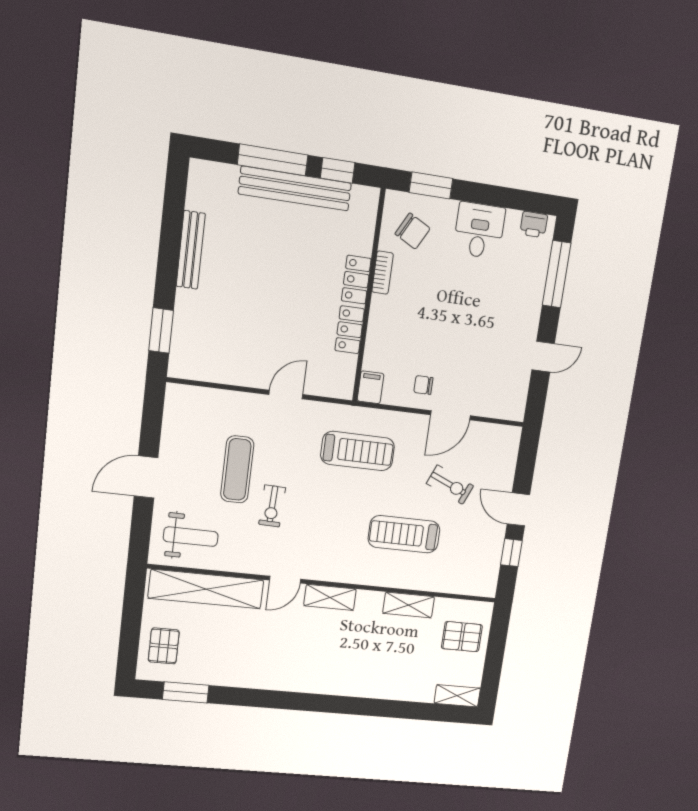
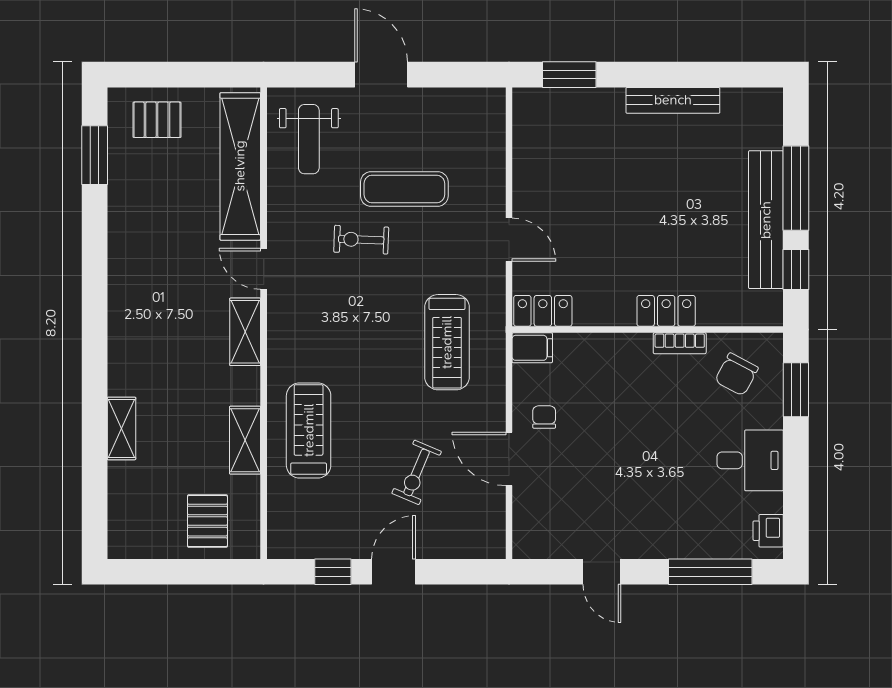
locker: (350, 330) -> (543, 311), moved
treadmill: (404, 534) -> (309, 430), moved
shelving: (457, 696) -> (122, 428), moved

